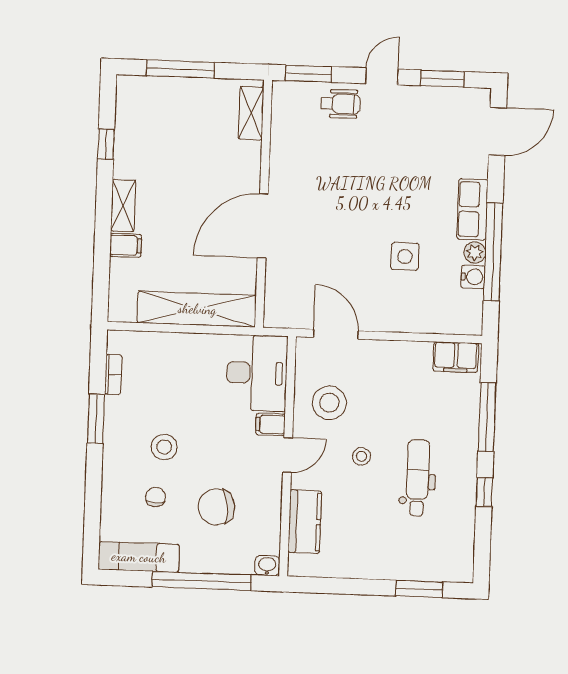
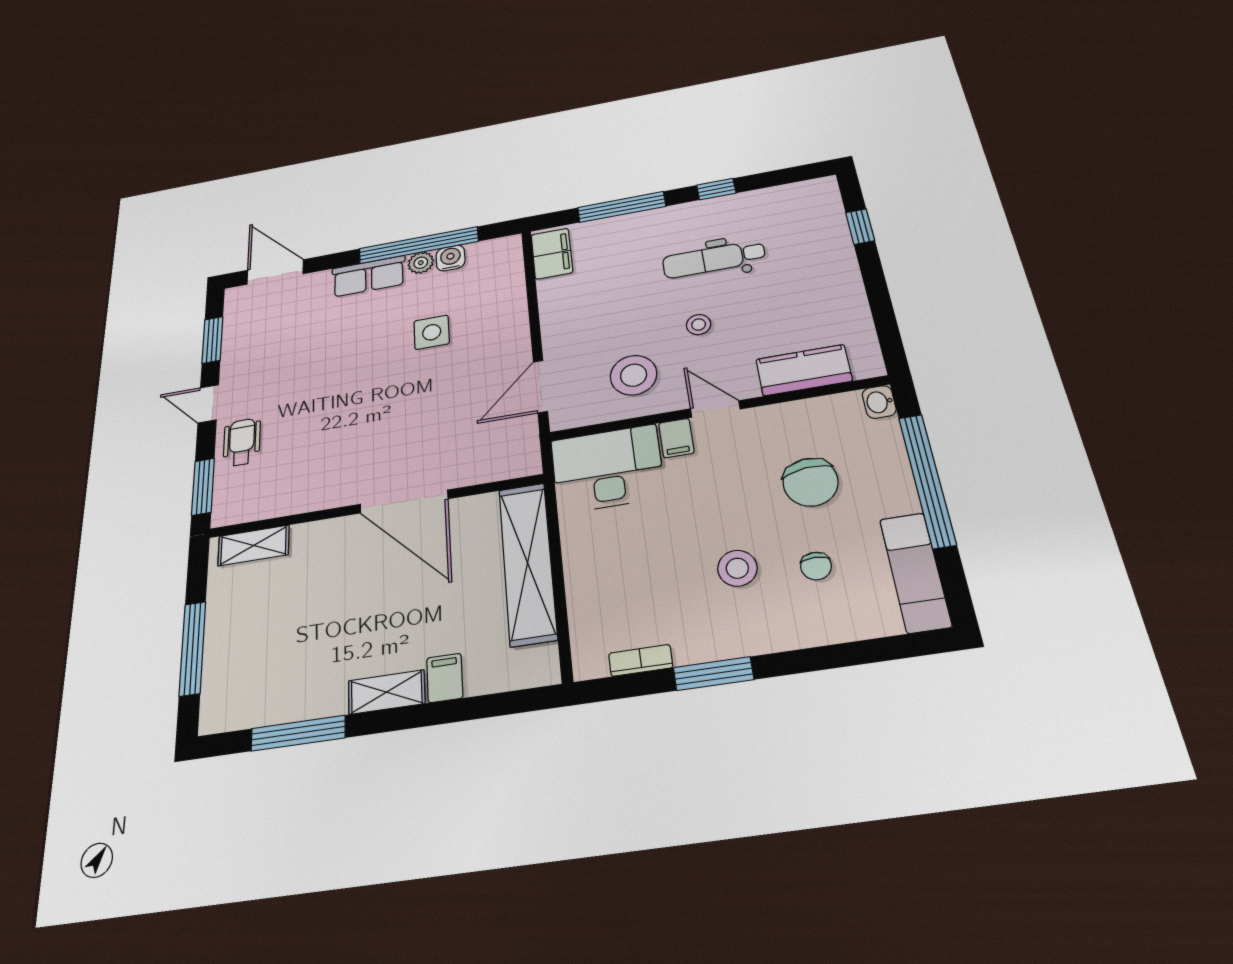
window: (106, 144) -> (298, 733), width x2.17
chair: (156, 497) -> (816, 566), turned -90
window: (419, 589) -> (860, 227), width x0.67

